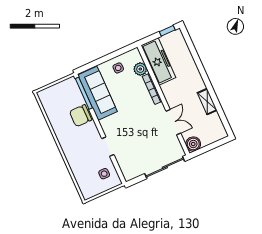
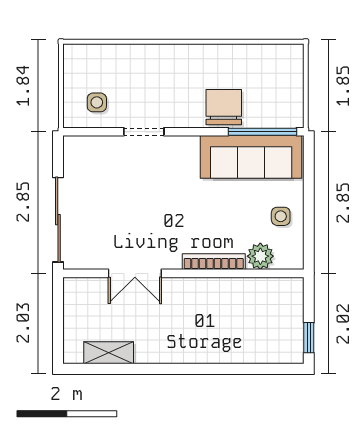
freezer: (158, 61) -> (259, 296), removed
shelving: (207, 102) -> (109, 353), moved
boiler: (193, 144) -> (78, 292), removed

